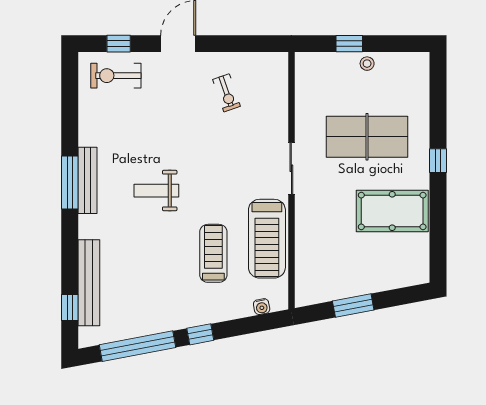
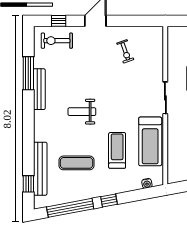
bench: (87, 180) -> (39, 89), moved
window: (70, 182) -> (28, 73), moved
exercise mat: (148, 273) -> (77, 163), added

